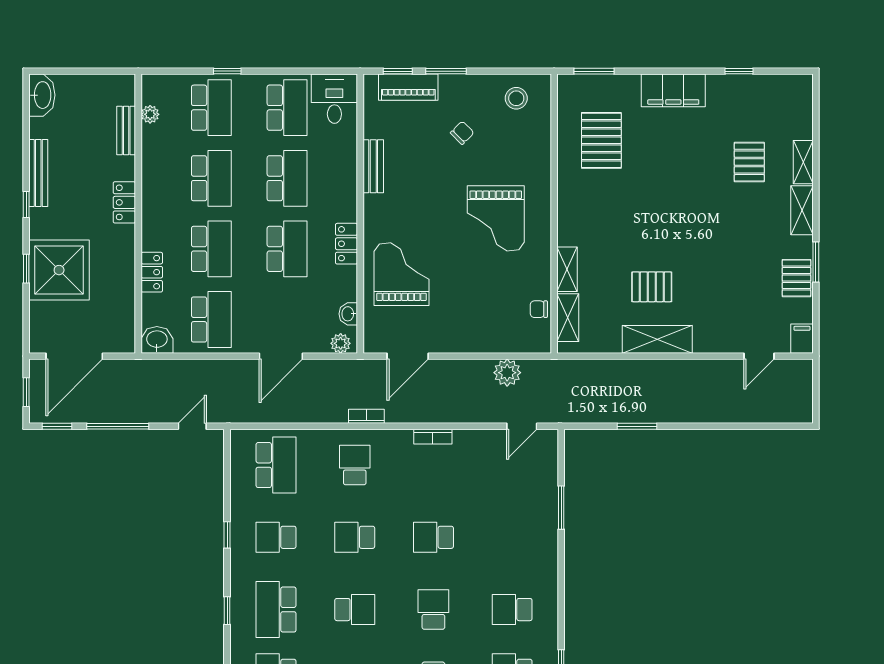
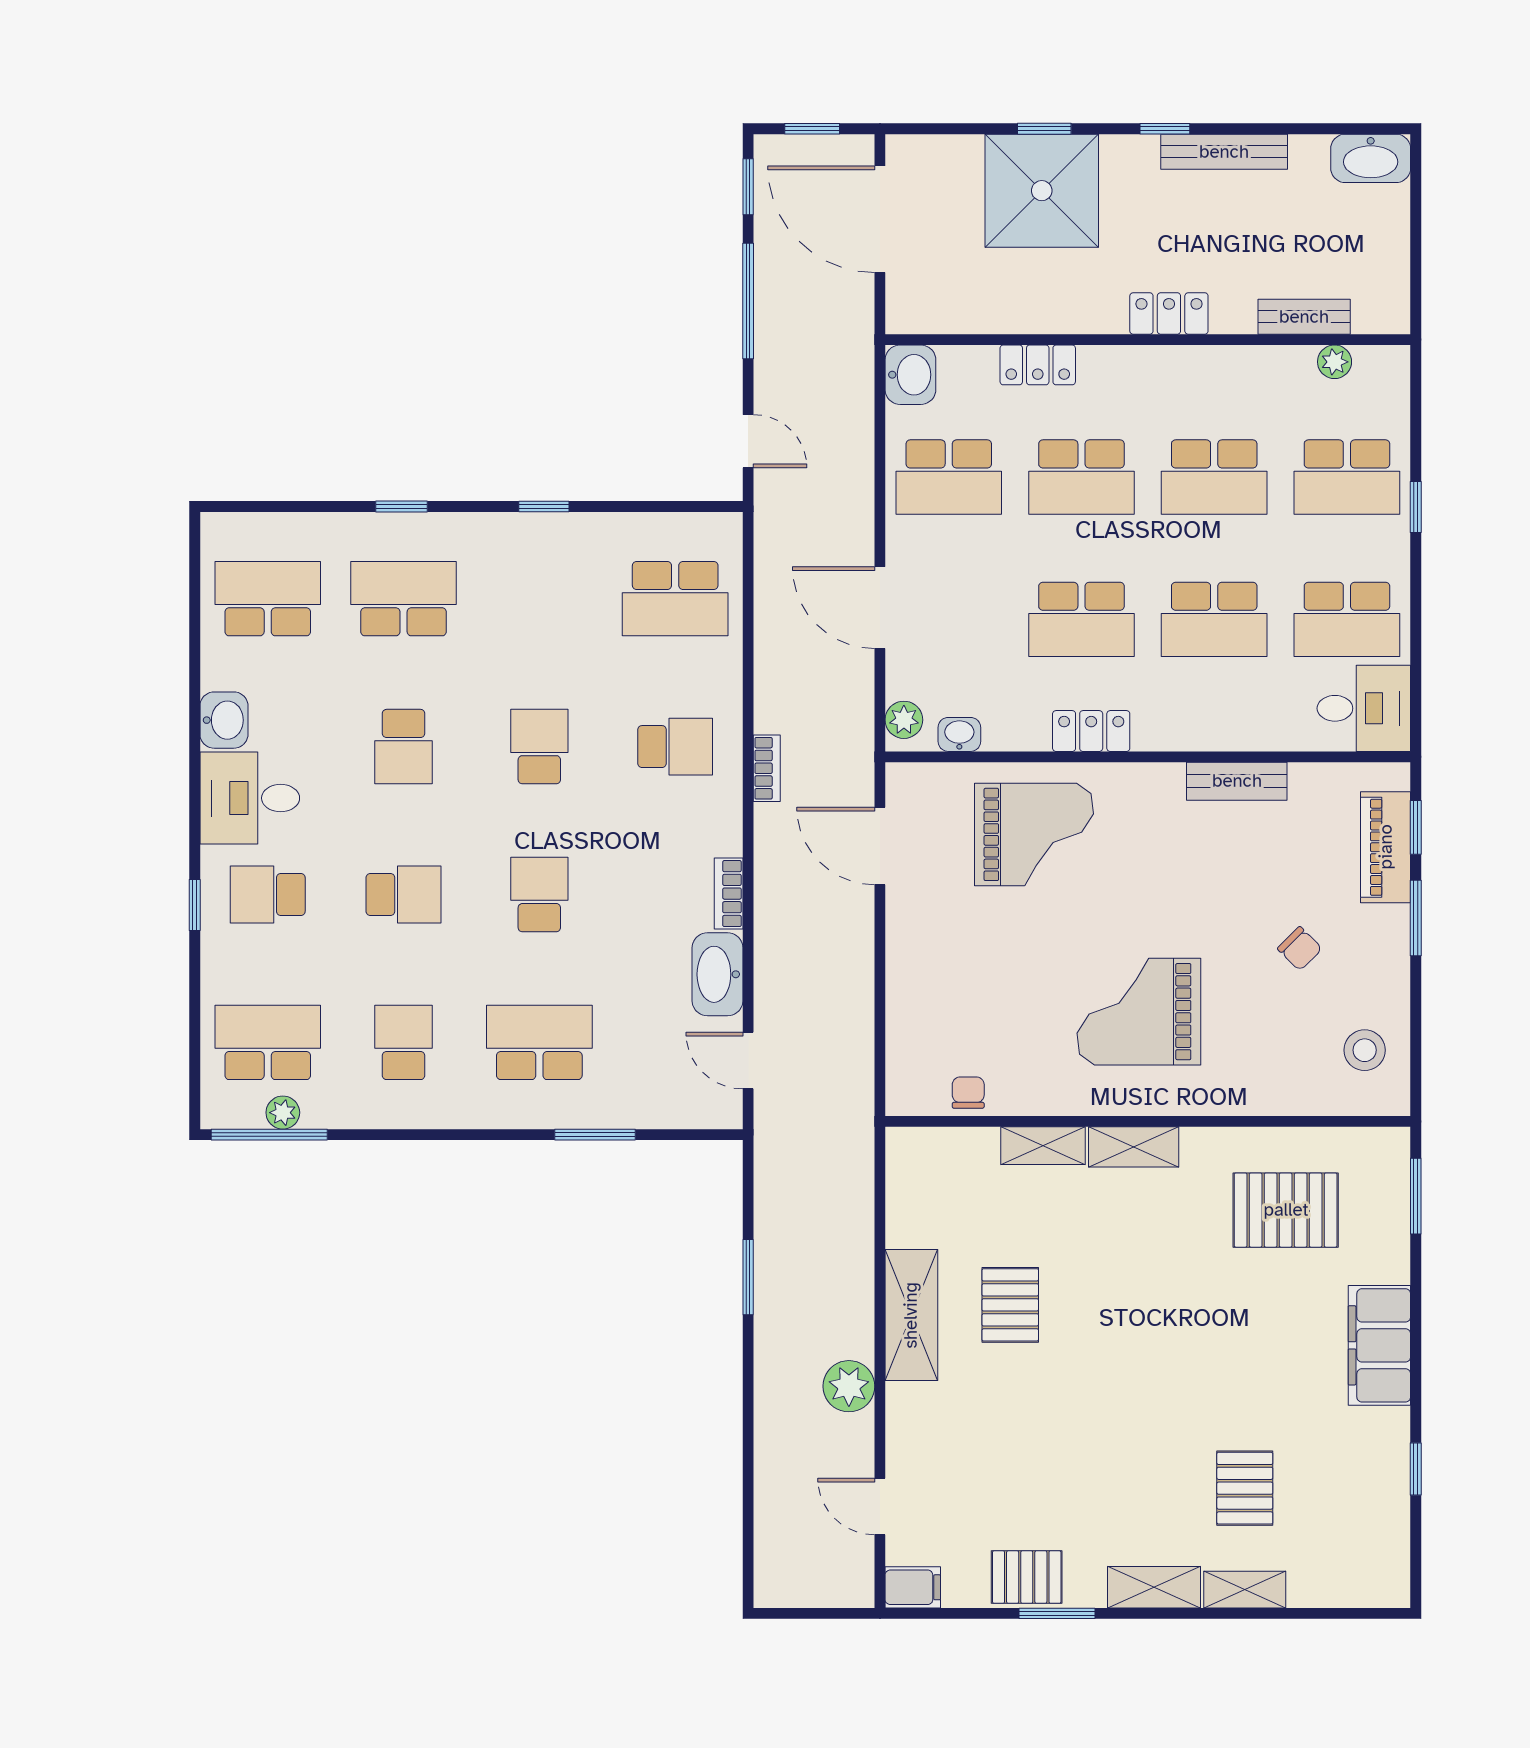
pallet: (749, 162) -> (1245, 1488), turned 90
shelving: (568, 318) -> (1134, 1147), moved
plant: (507, 373) -> (849, 1386), moved
washbasin: (476, 443) -> (717, 974), added
school desk: (276, 537) -> (539, 1042), moved, width x1.85

